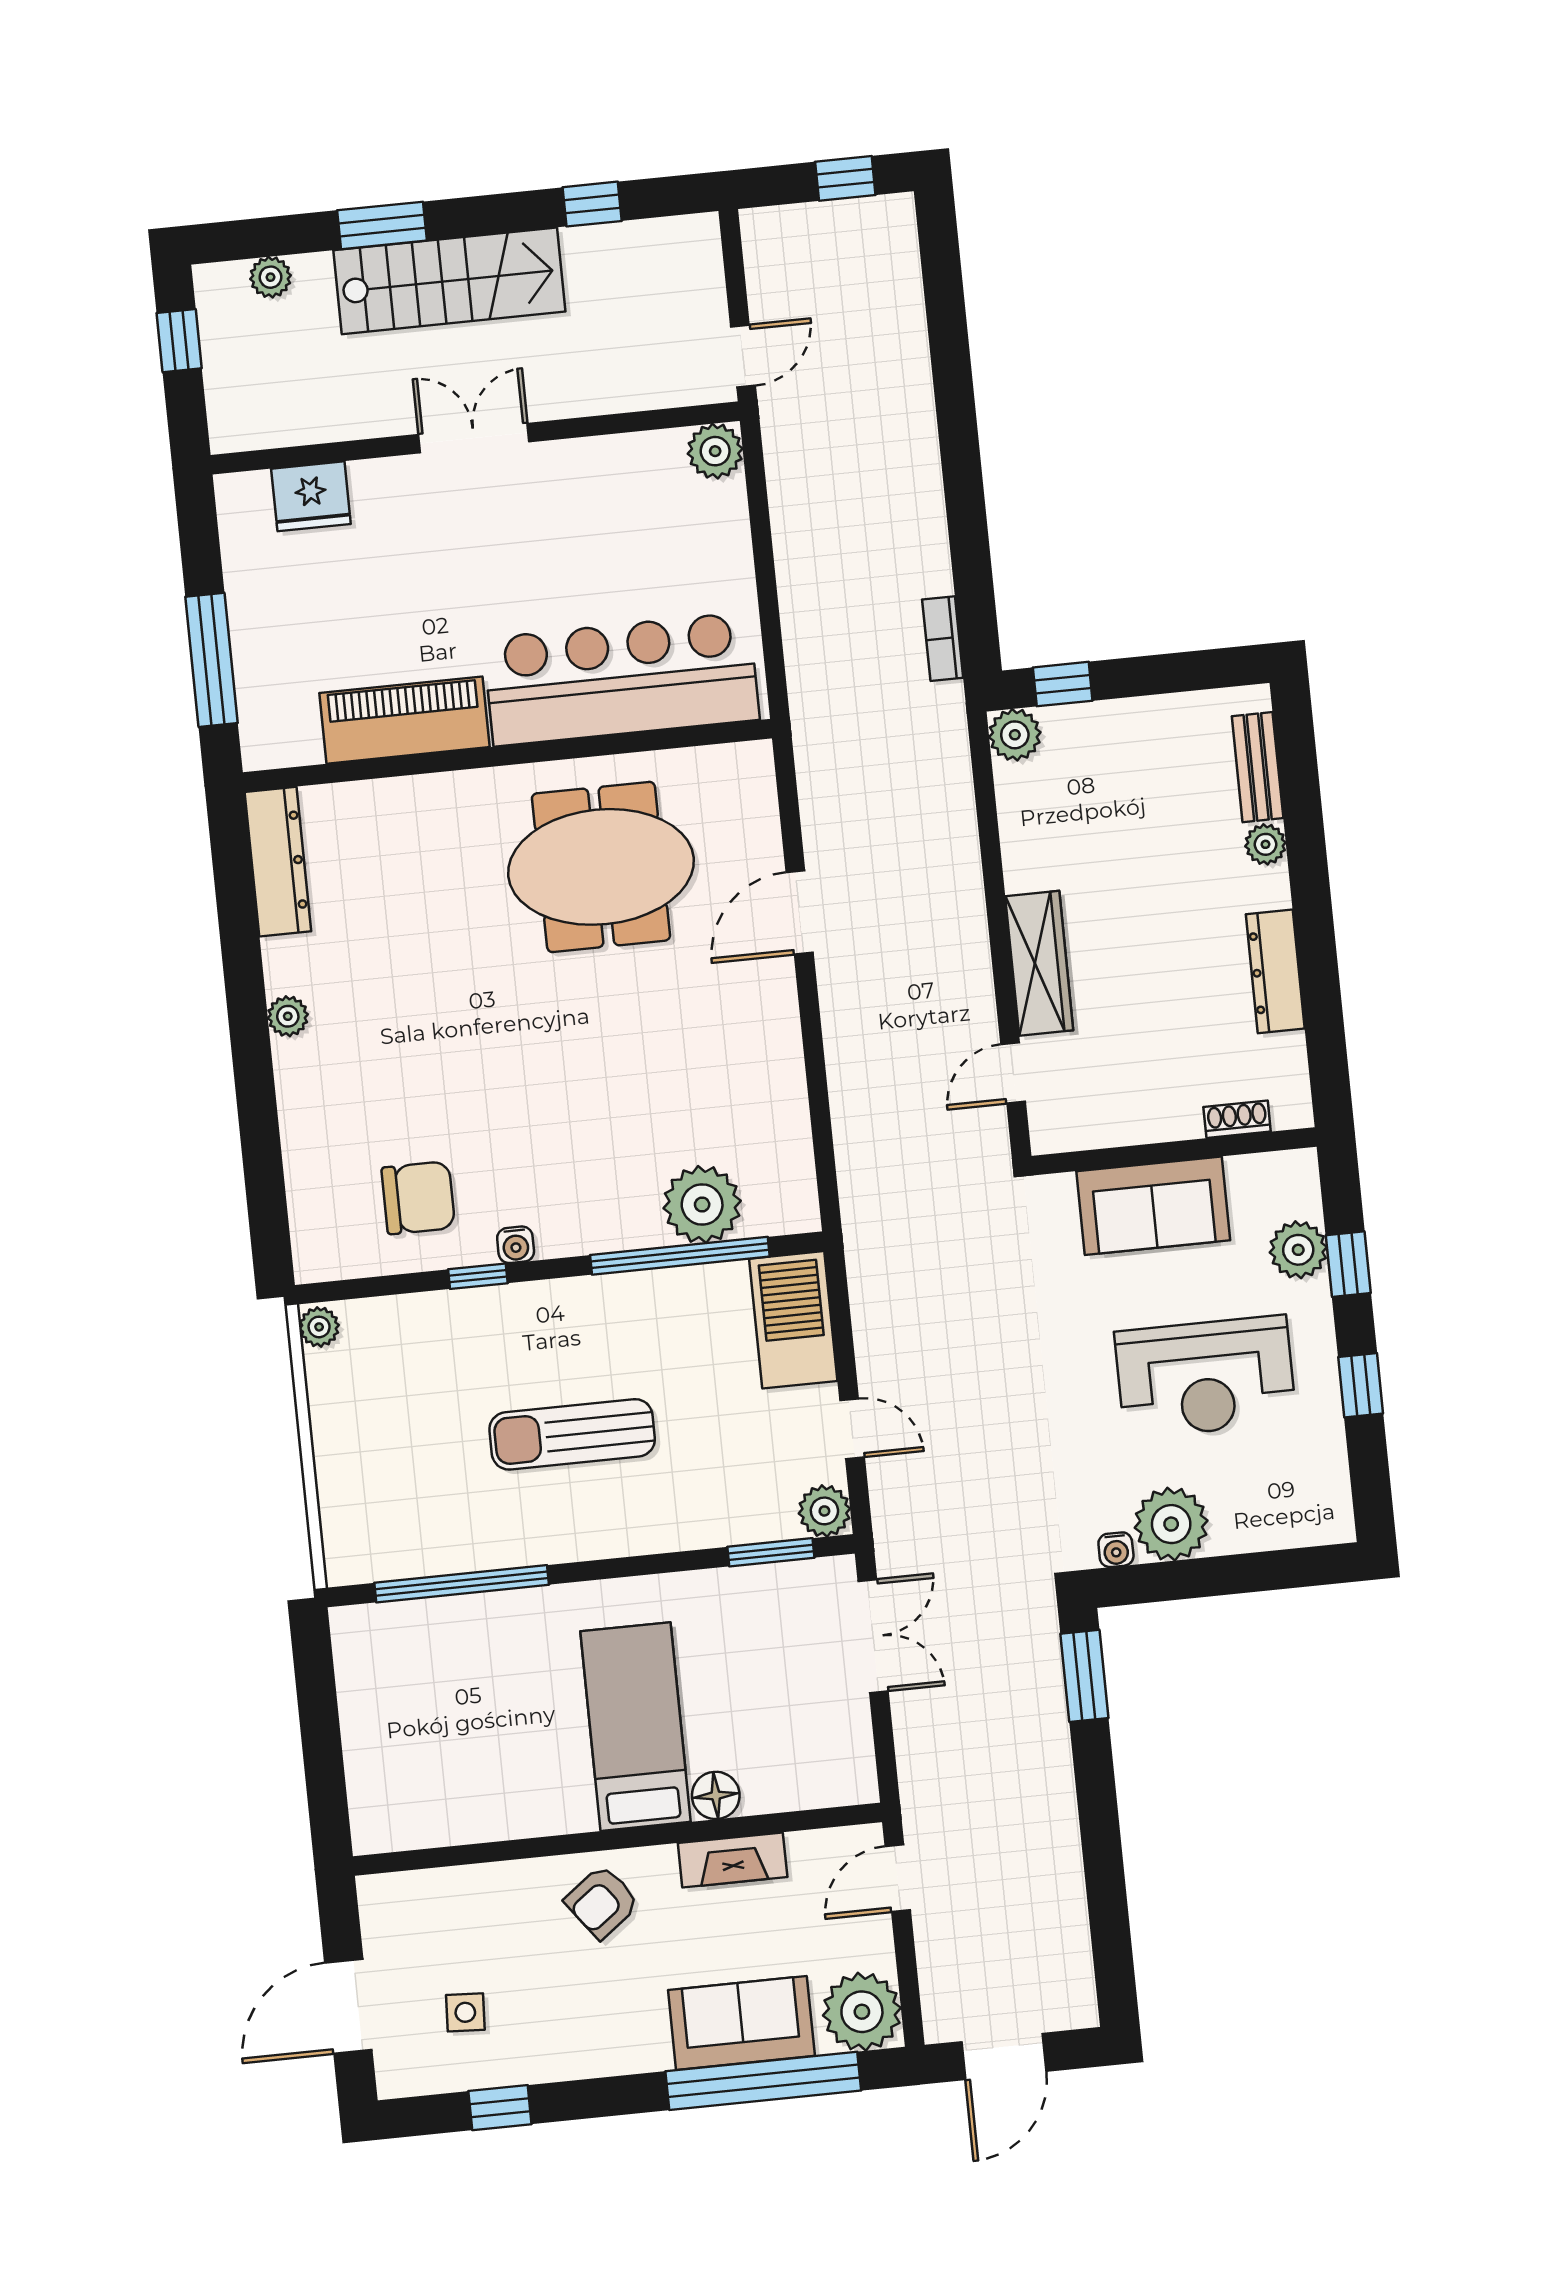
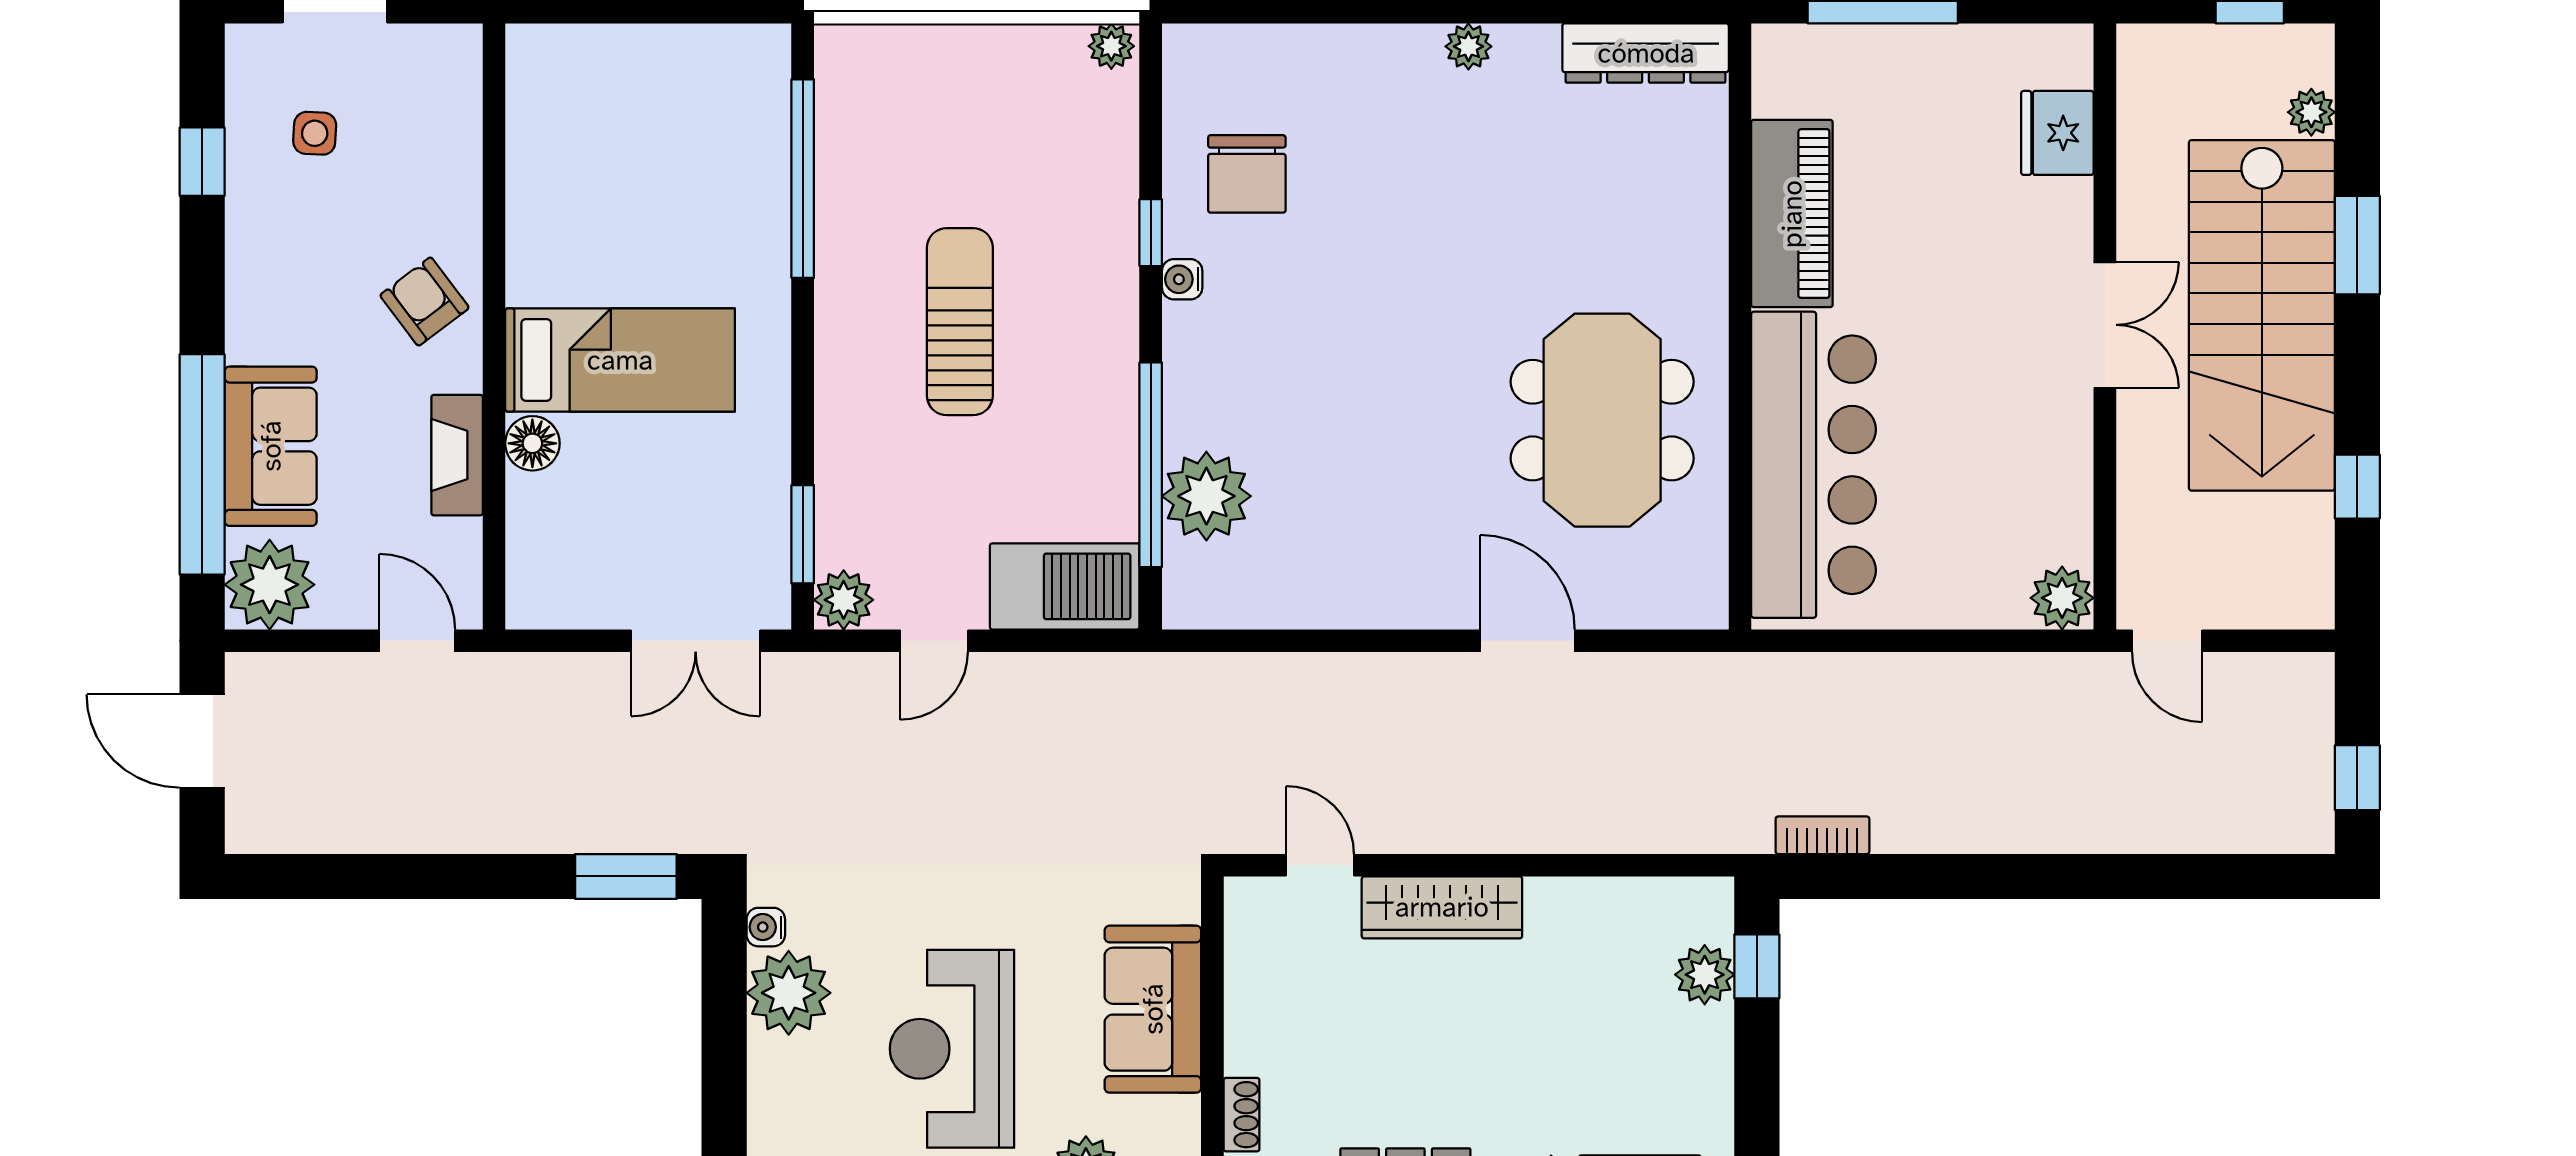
stairs: (449, 281) -> (2262, 315), width x1.36, depth x1.51
plant: (1015, 735) -> (1705, 975), moved

